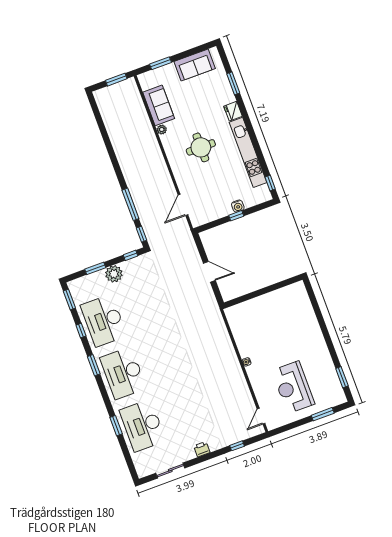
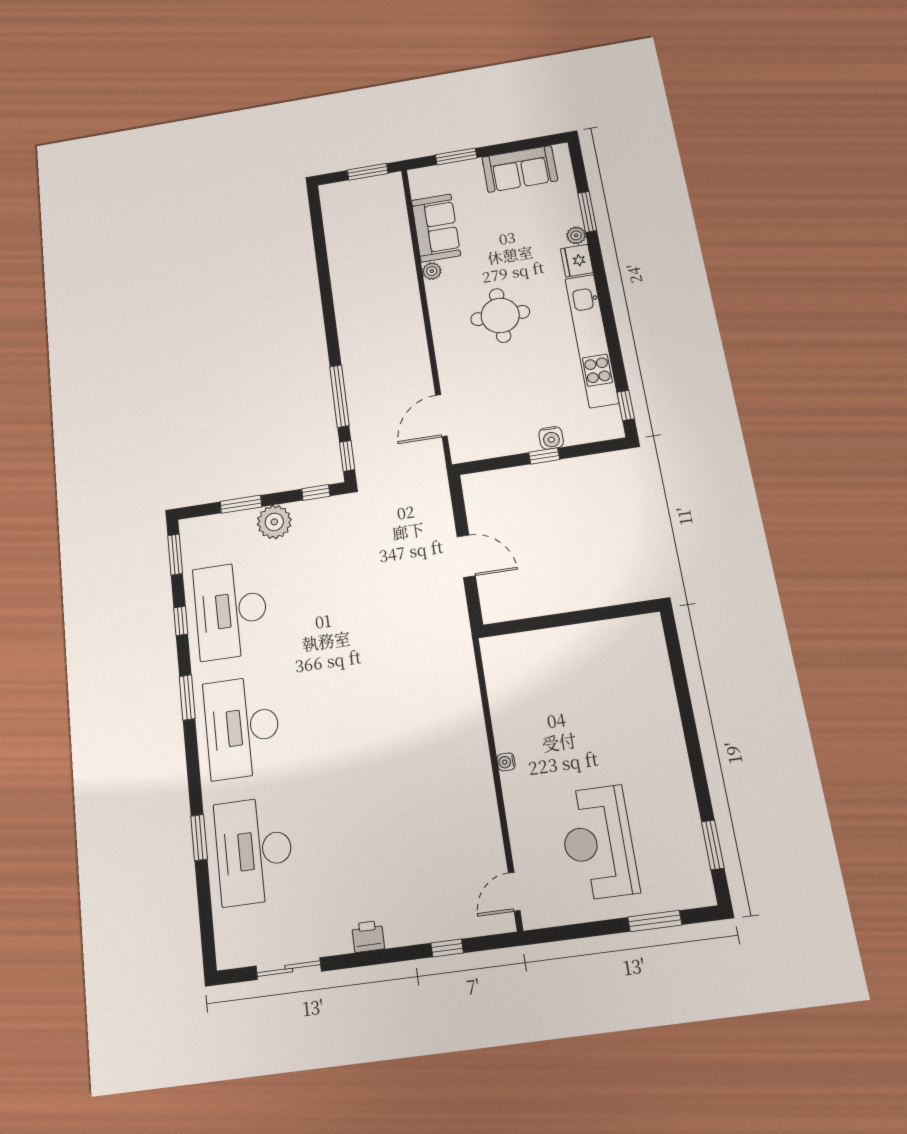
plant: (230, 97) -> (576, 235), added

